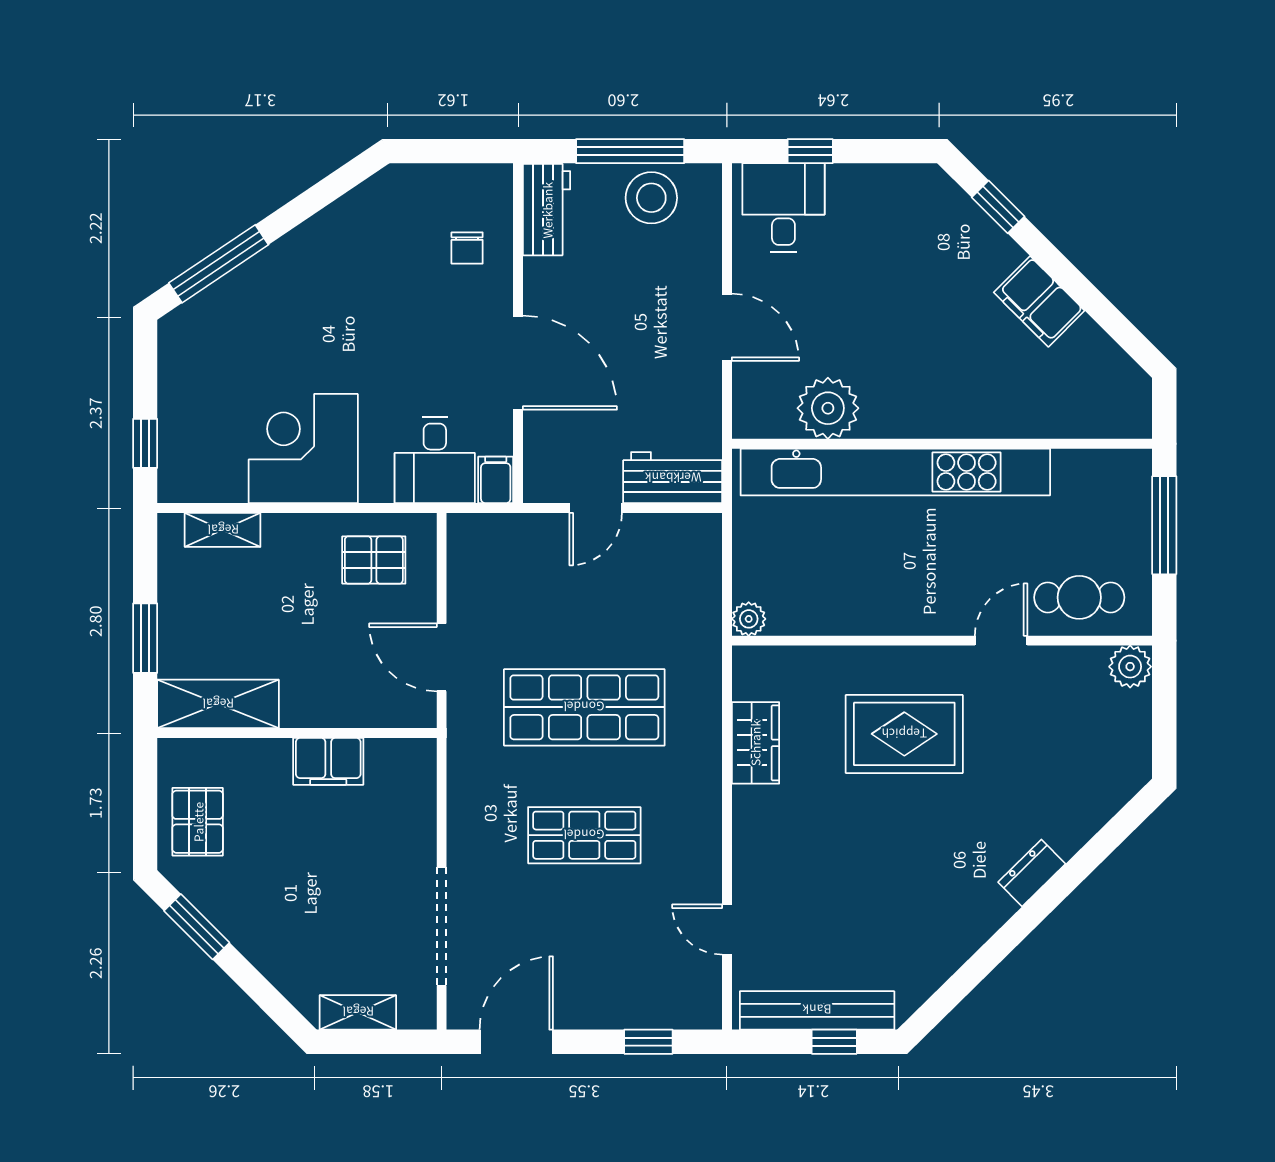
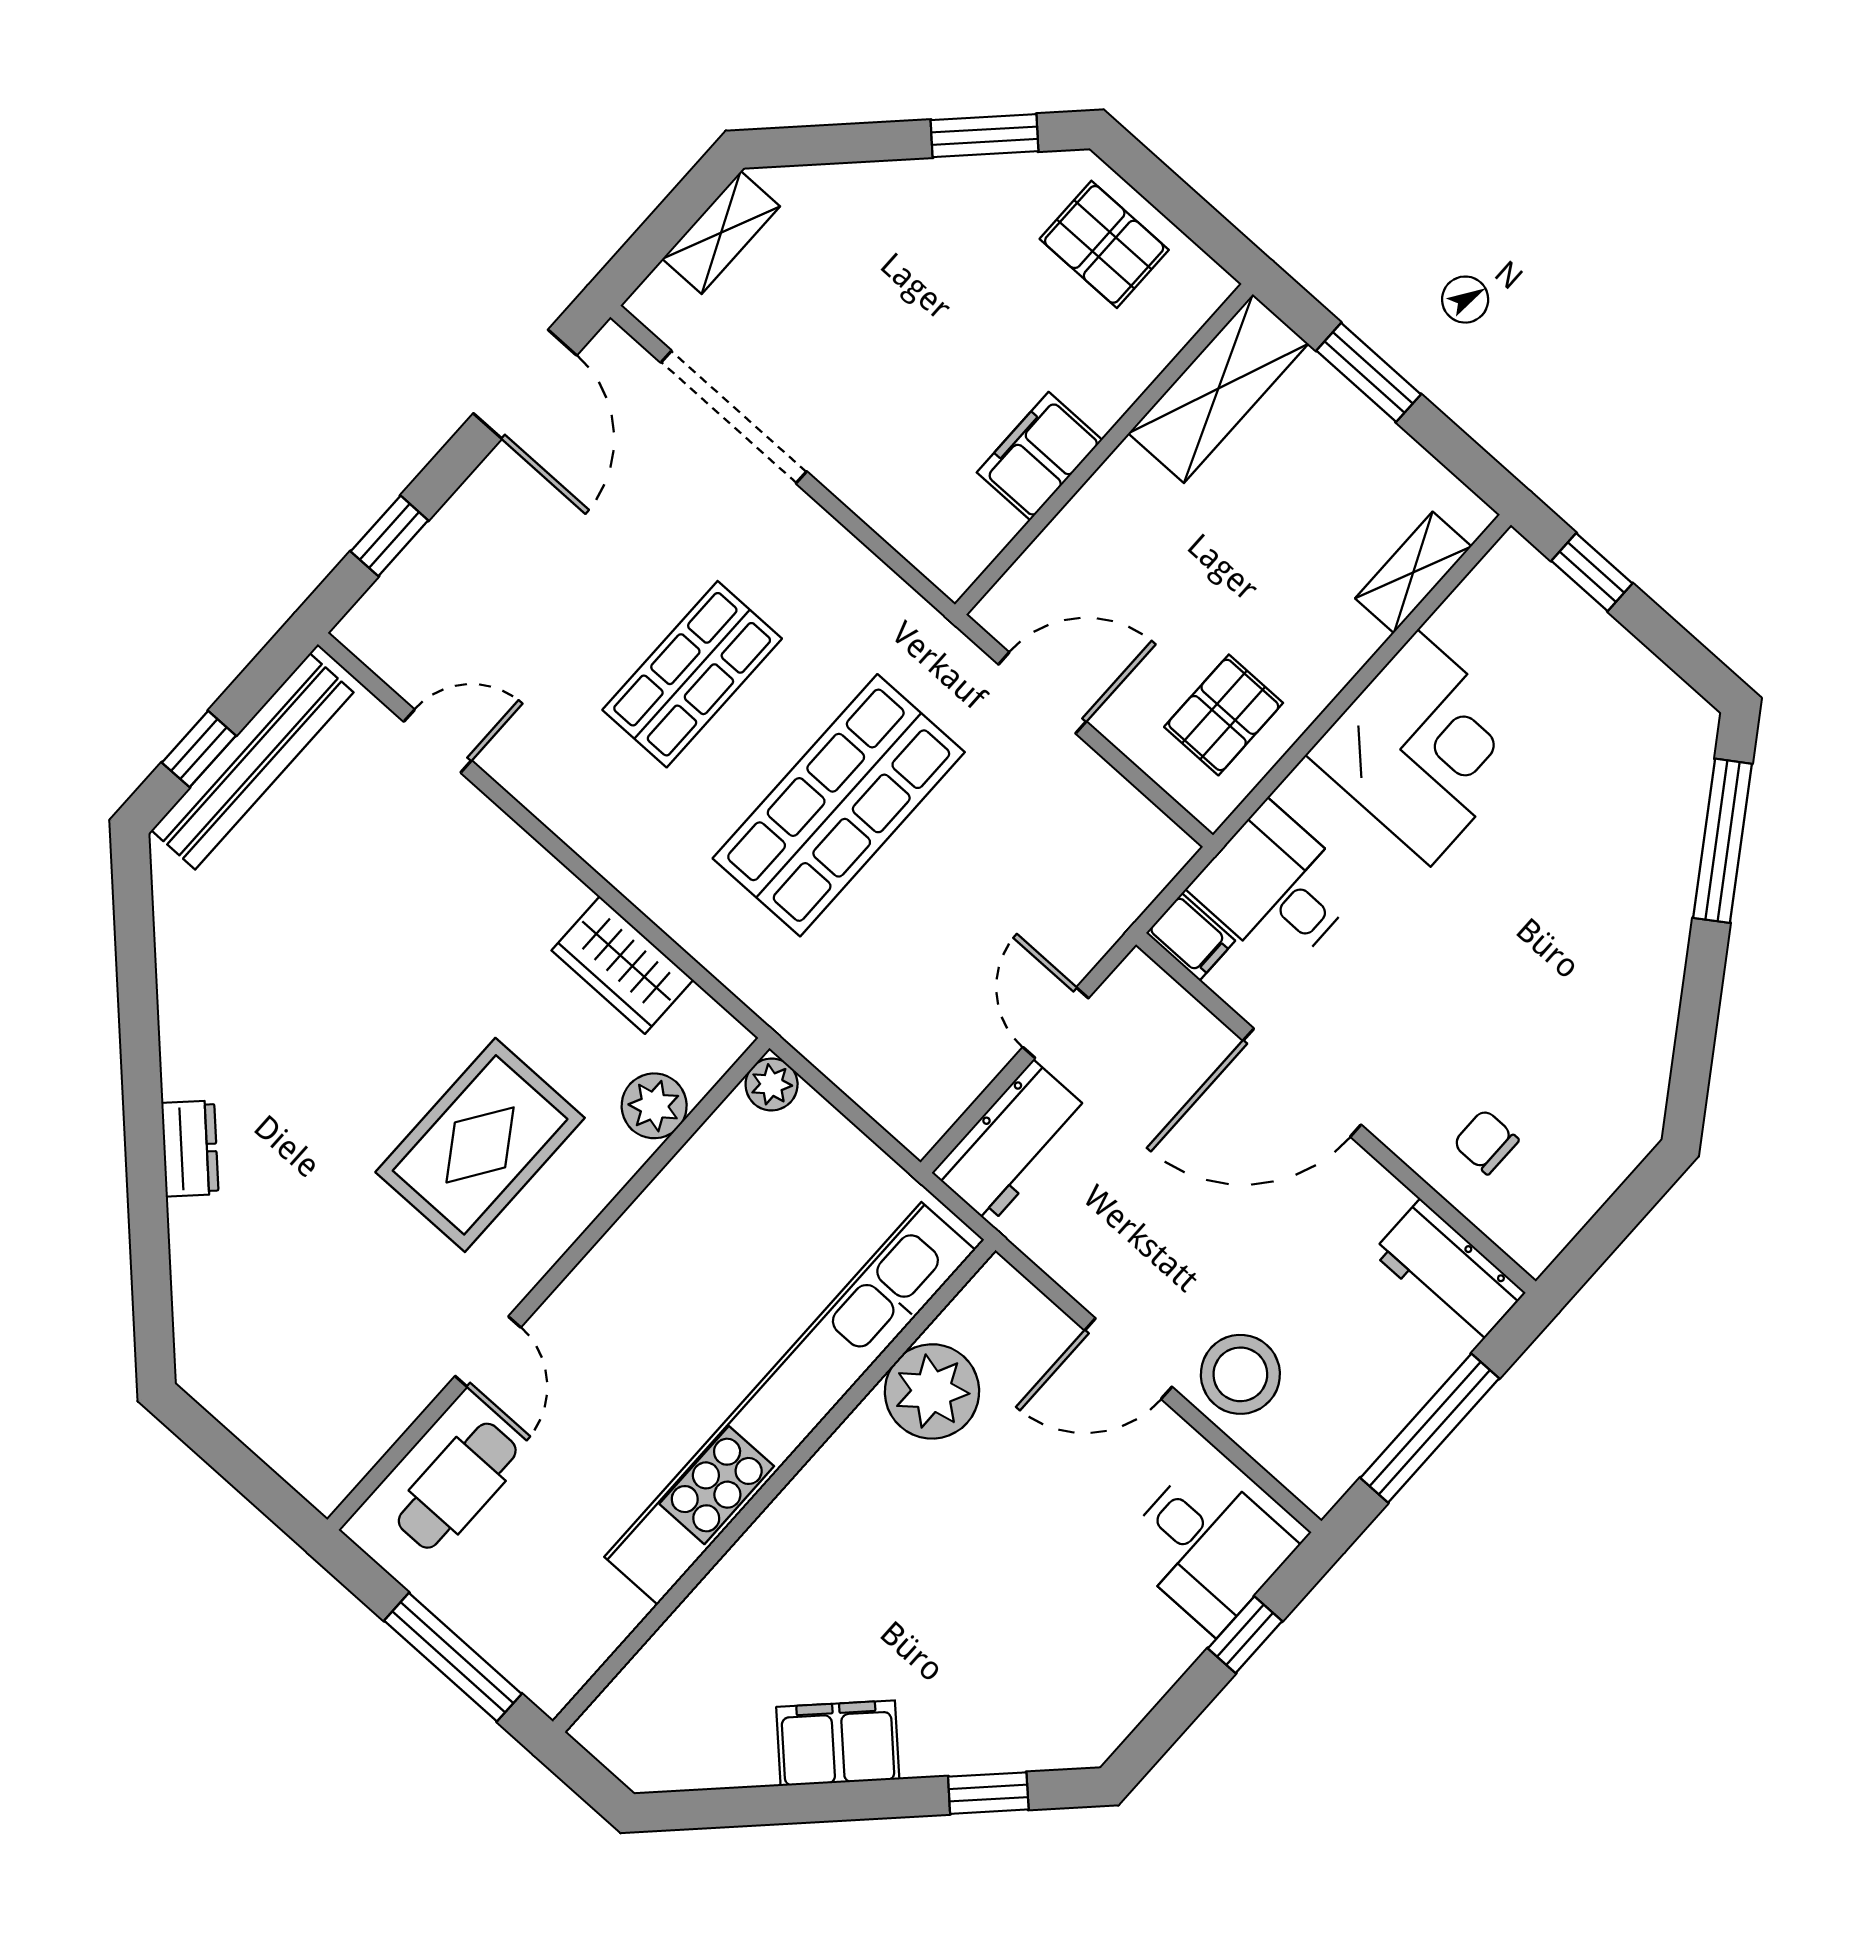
stool: (651, 198) -> (1240, 1374), moved
plant: (1130, 667) -> (654, 1106), moved

